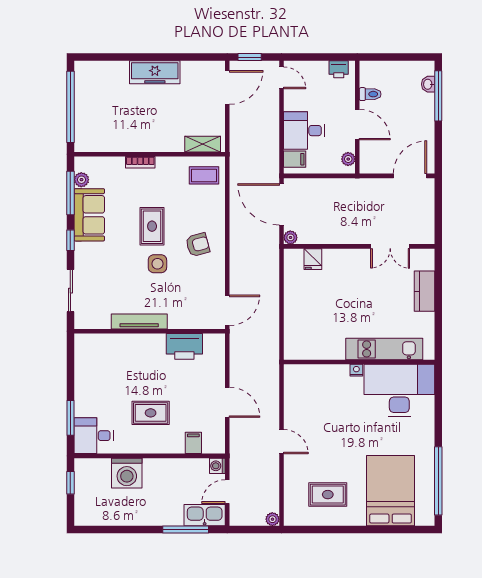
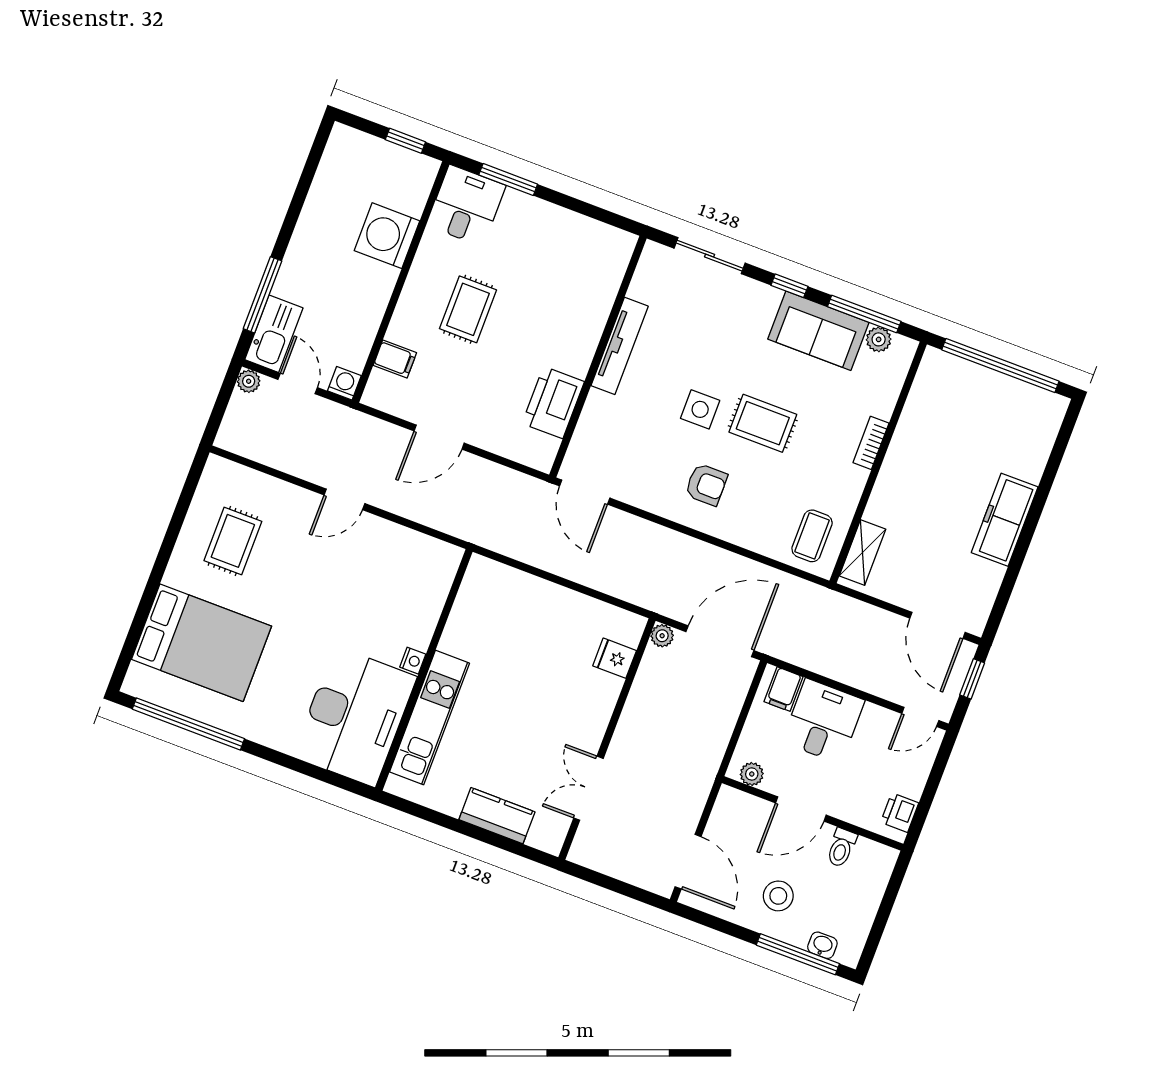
stool: (410, 119) -> (778, 896), added
armchair: (198, 245) -> (706, 485), turned -75
plant: (272, 519) -> (249, 381), moved

